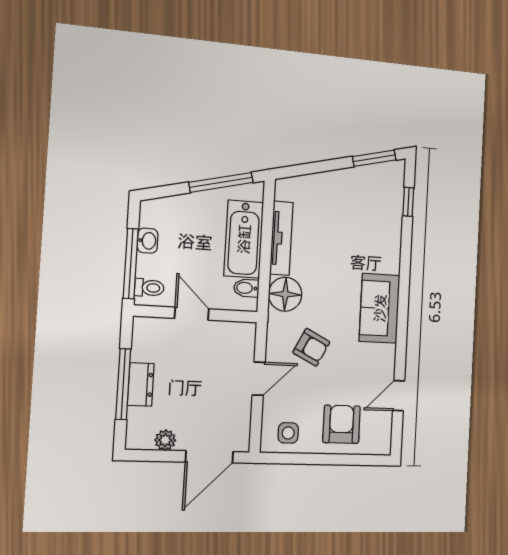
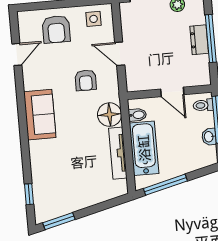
armchair: (311, 347) -> (86, 80), turned -117
door: (259, 379) -> (120, 54), hinge flipped

